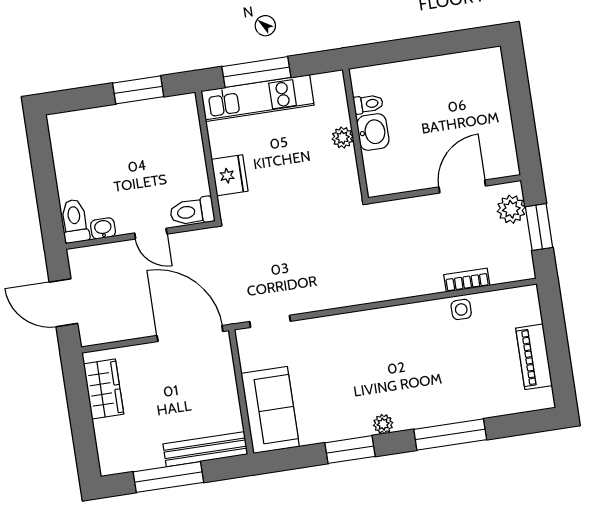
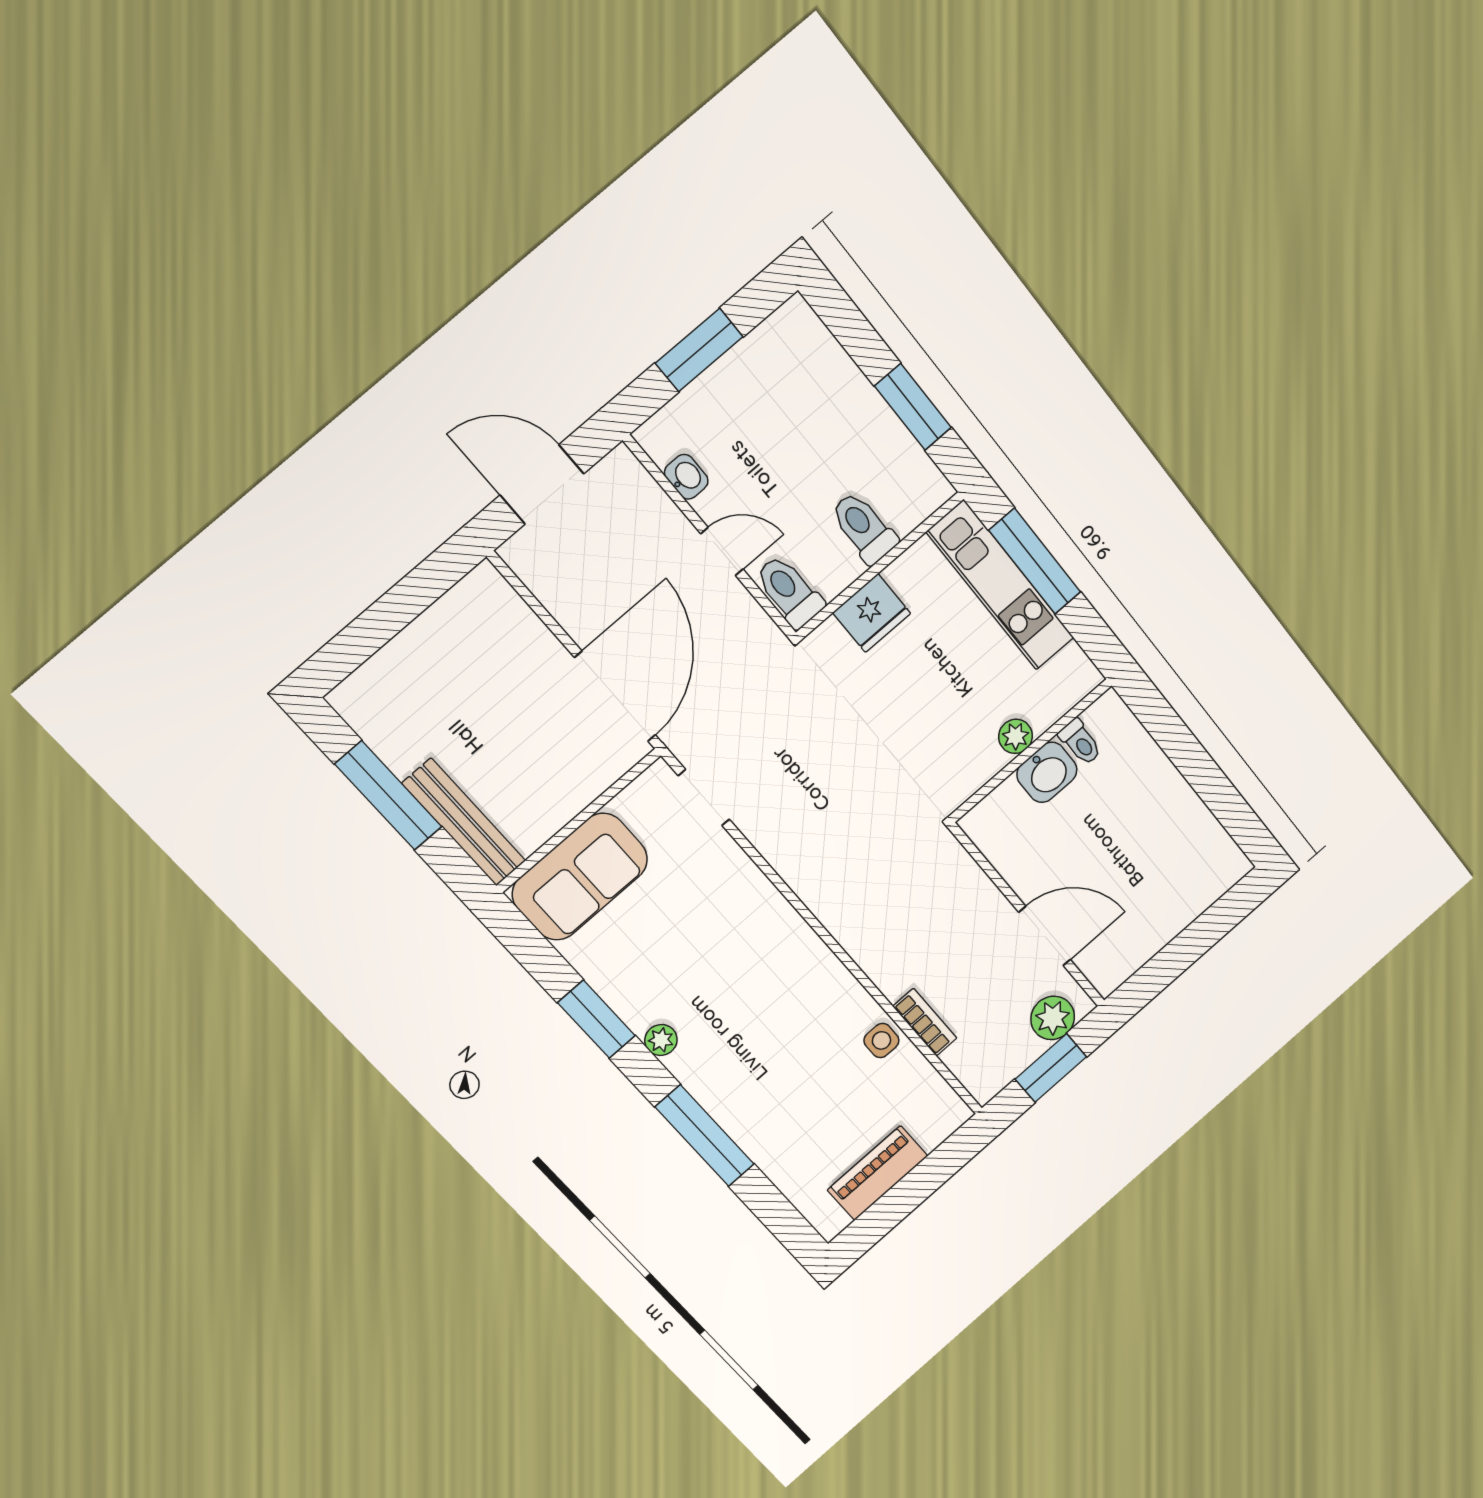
window: (45, 183) -> (699, 350), added
toilet: (75, 221) -> (864, 528), moved, turned -90
door: (151, 234) -> (722, 551), swing flipped
door: (63, 303) -> (542, 484), hinge flipped
wardrobe: (104, 389) -> (454, 622), removed

